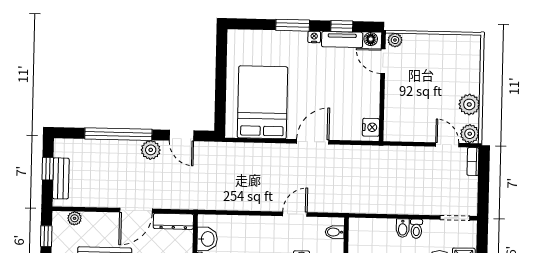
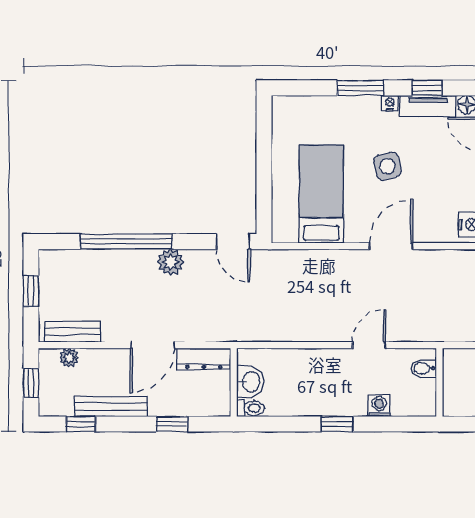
side table: (311, 83) -> (387, 166), added
bed: (262, 102) -> (321, 194), width x0.67
door: (182, 135) -> (233, 242), moved
bench: (61, 178) -> (73, 332), moved, turned 90

